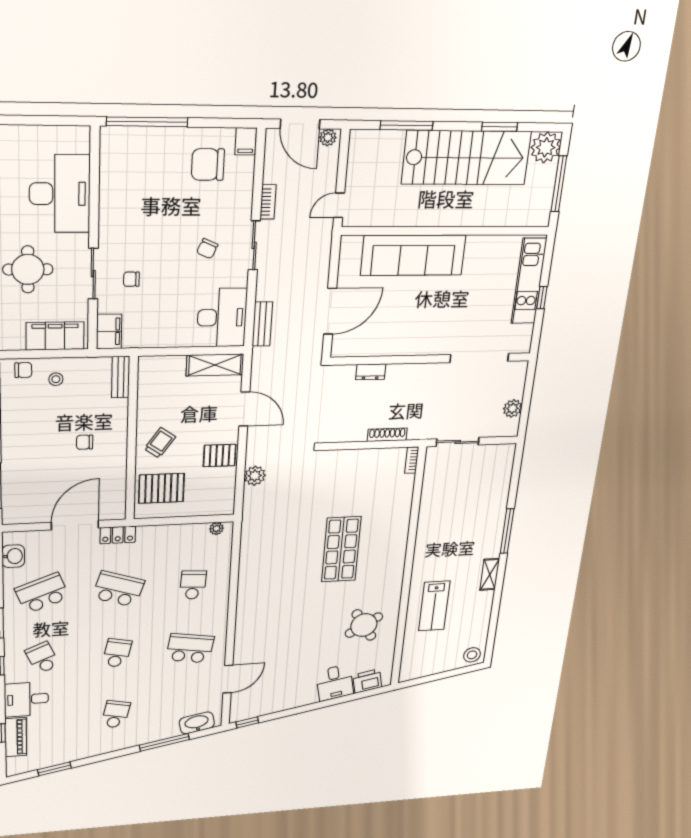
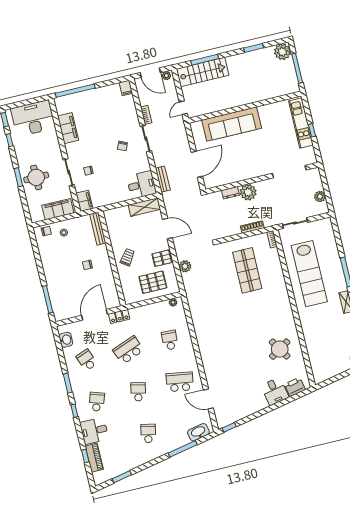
stairs: (466, 158) -> (203, 72), moved, width x0.73, depth x0.66
chair: (208, 165) -> (111, 104), removed
filing cabinet: (114, 191) -> (68, 128), added
desk: (60, 194) -> (33, 118), moved, turned -90
desk: (222, 318) -> (142, 185), width x0.73
bench: (121, 377) -> (98, 229), width x1.36
plant: (400, 377) -> (248, 192), added
pallet: (161, 488) -> (153, 282), moved
shop shelf: (341, 549) -> (247, 270), moved
school desk: (118, 589) -> (128, 350), turned -39
school desk: (42, 593) -> (87, 360), width x0.54
lab bench: (434, 606) -> (309, 274), moved, width x1.86, depth x1.39
school desk: (42, 658) -> (97, 402), turned 42
door: (228, 679) -> (208, 399), swing flipped

